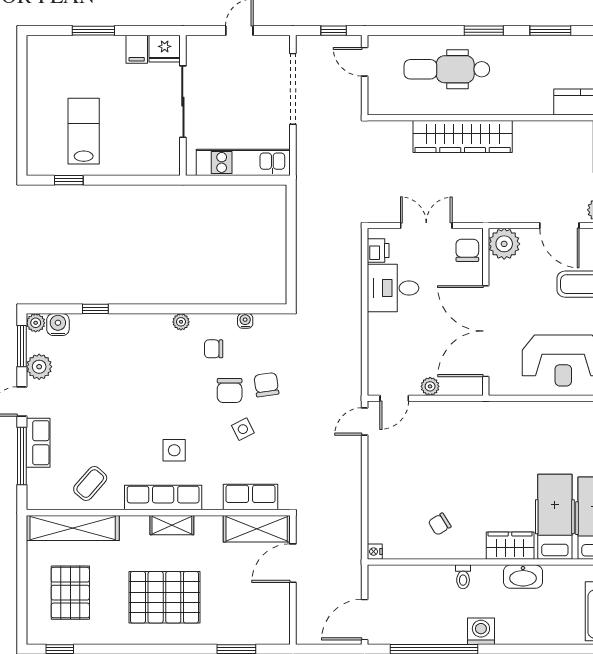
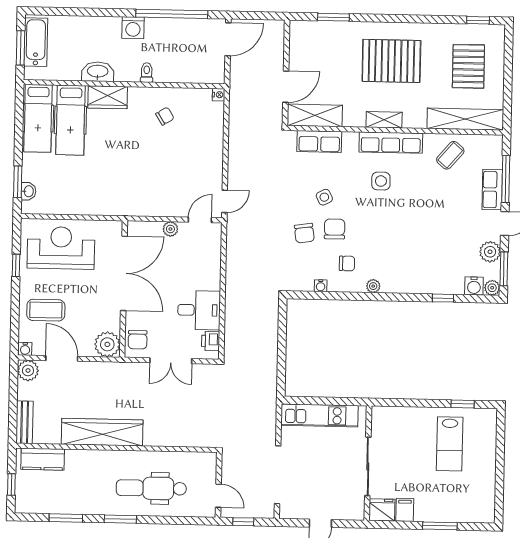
dental chair: (447, 69) -> (151, 488), turned 180
wardrobe: (463, 137) -> (102, 432), moved

